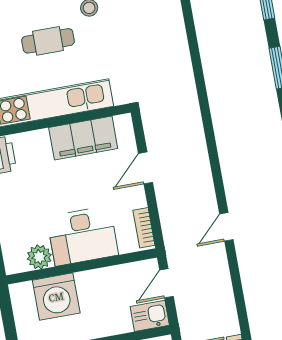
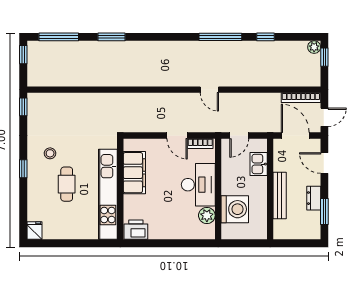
door: (146, 168) -> (177, 135), moved
door: (166, 283) -> (239, 135), hinge flipped
kitchen sink: (150, 316) -> (259, 164), moved

